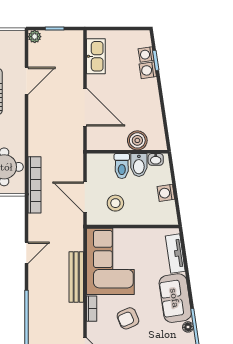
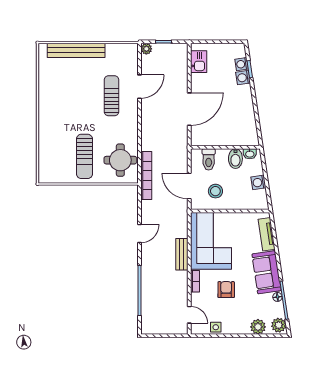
kitchen sink: (96, 56) -> (199, 62), width x0.73
door: (85, 107) -> (189, 109), hinge flipped
boiler: (137, 140) -> (234, 138), removed
toilet: (122, 166) -> (209, 159), moved
bench: (76, 277) -> (182, 254), width x0.73
armchair: (128, 318) -> (226, 290), turned 113

